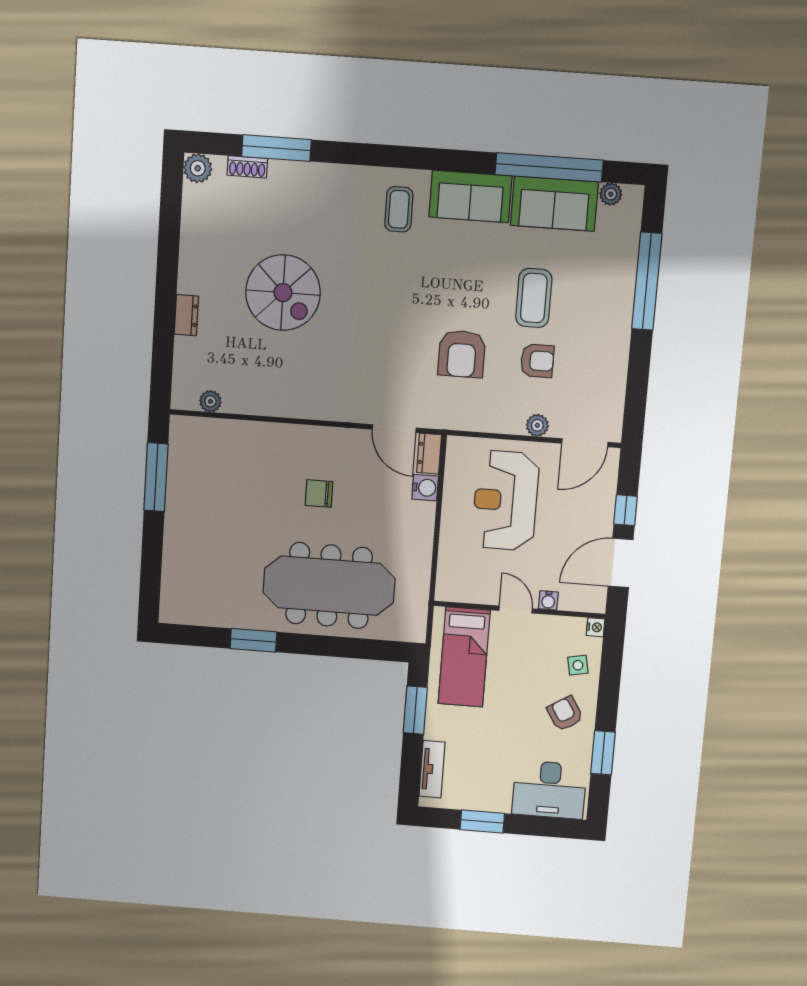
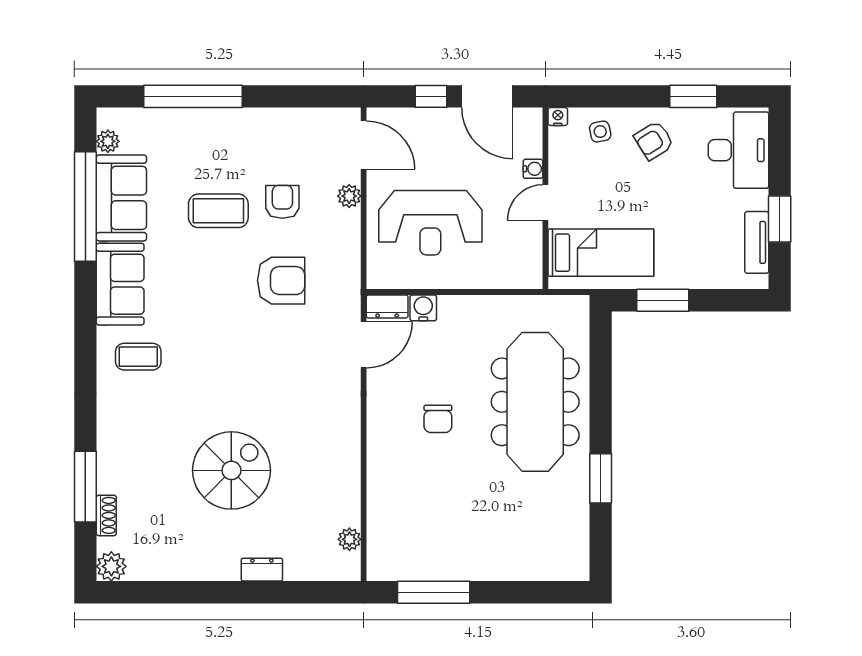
tv unit: (432, 769) -> (757, 242), moved, turned -90

